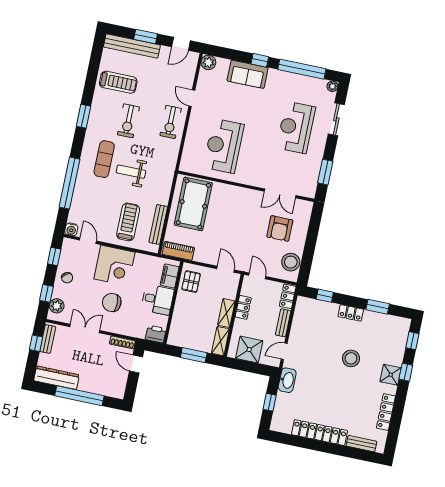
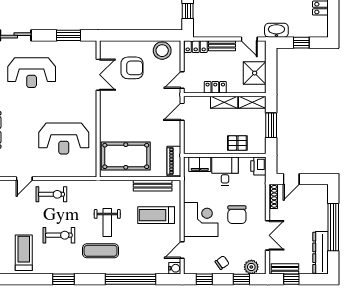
pallet: (191, 282) -> (237, 143), moved
double door: (85, 329) -> (268, 235), swing flipped

